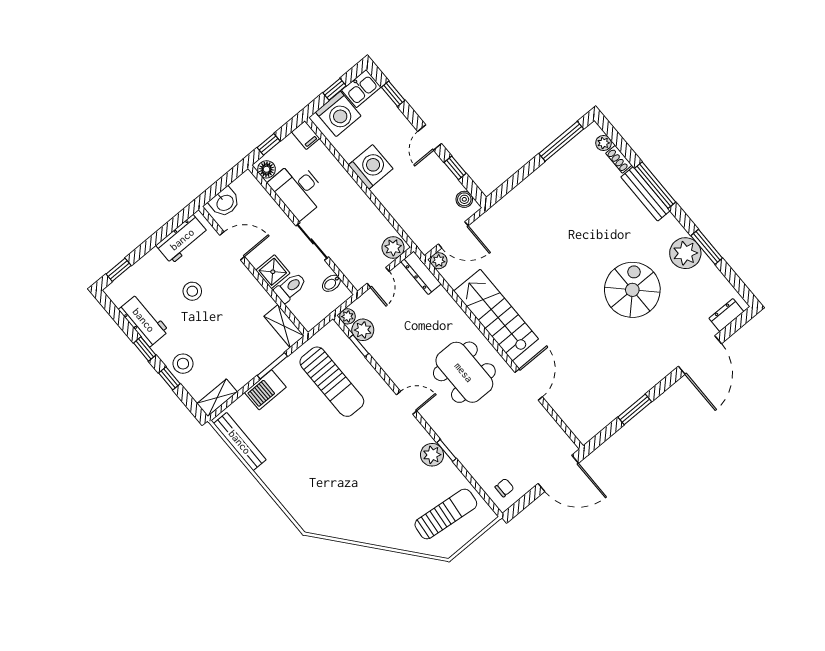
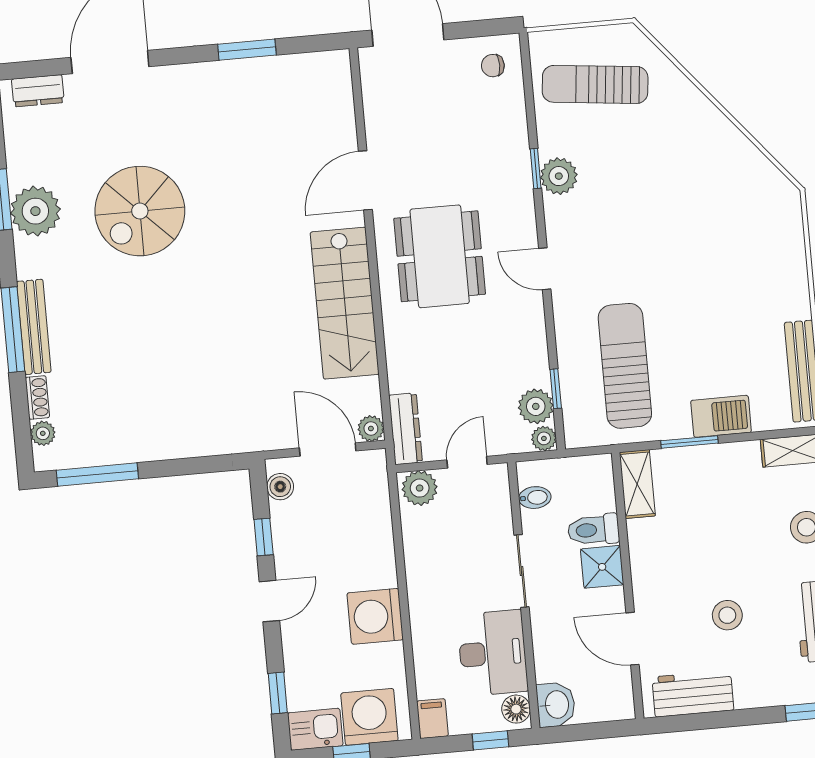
washbasin: (225, 202) -> (556, 705), moved, turned 90

